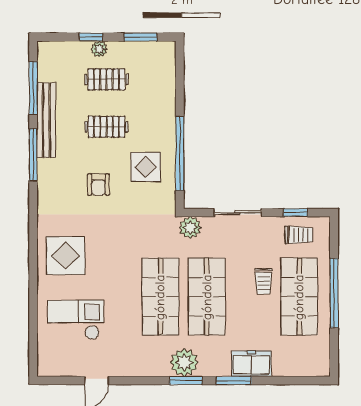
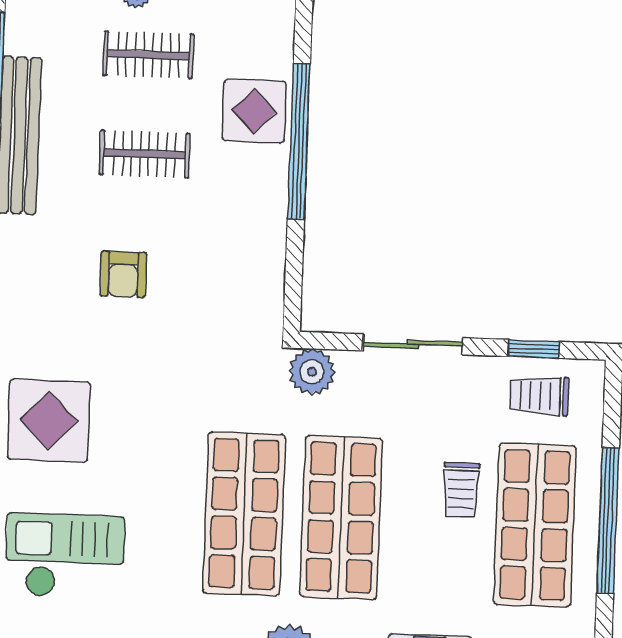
window: (180, 154) -> (299, 141), moved
display table: (146, 167) -> (254, 111), moved
trolley: (299, 235) -> (539, 396), turned 180

